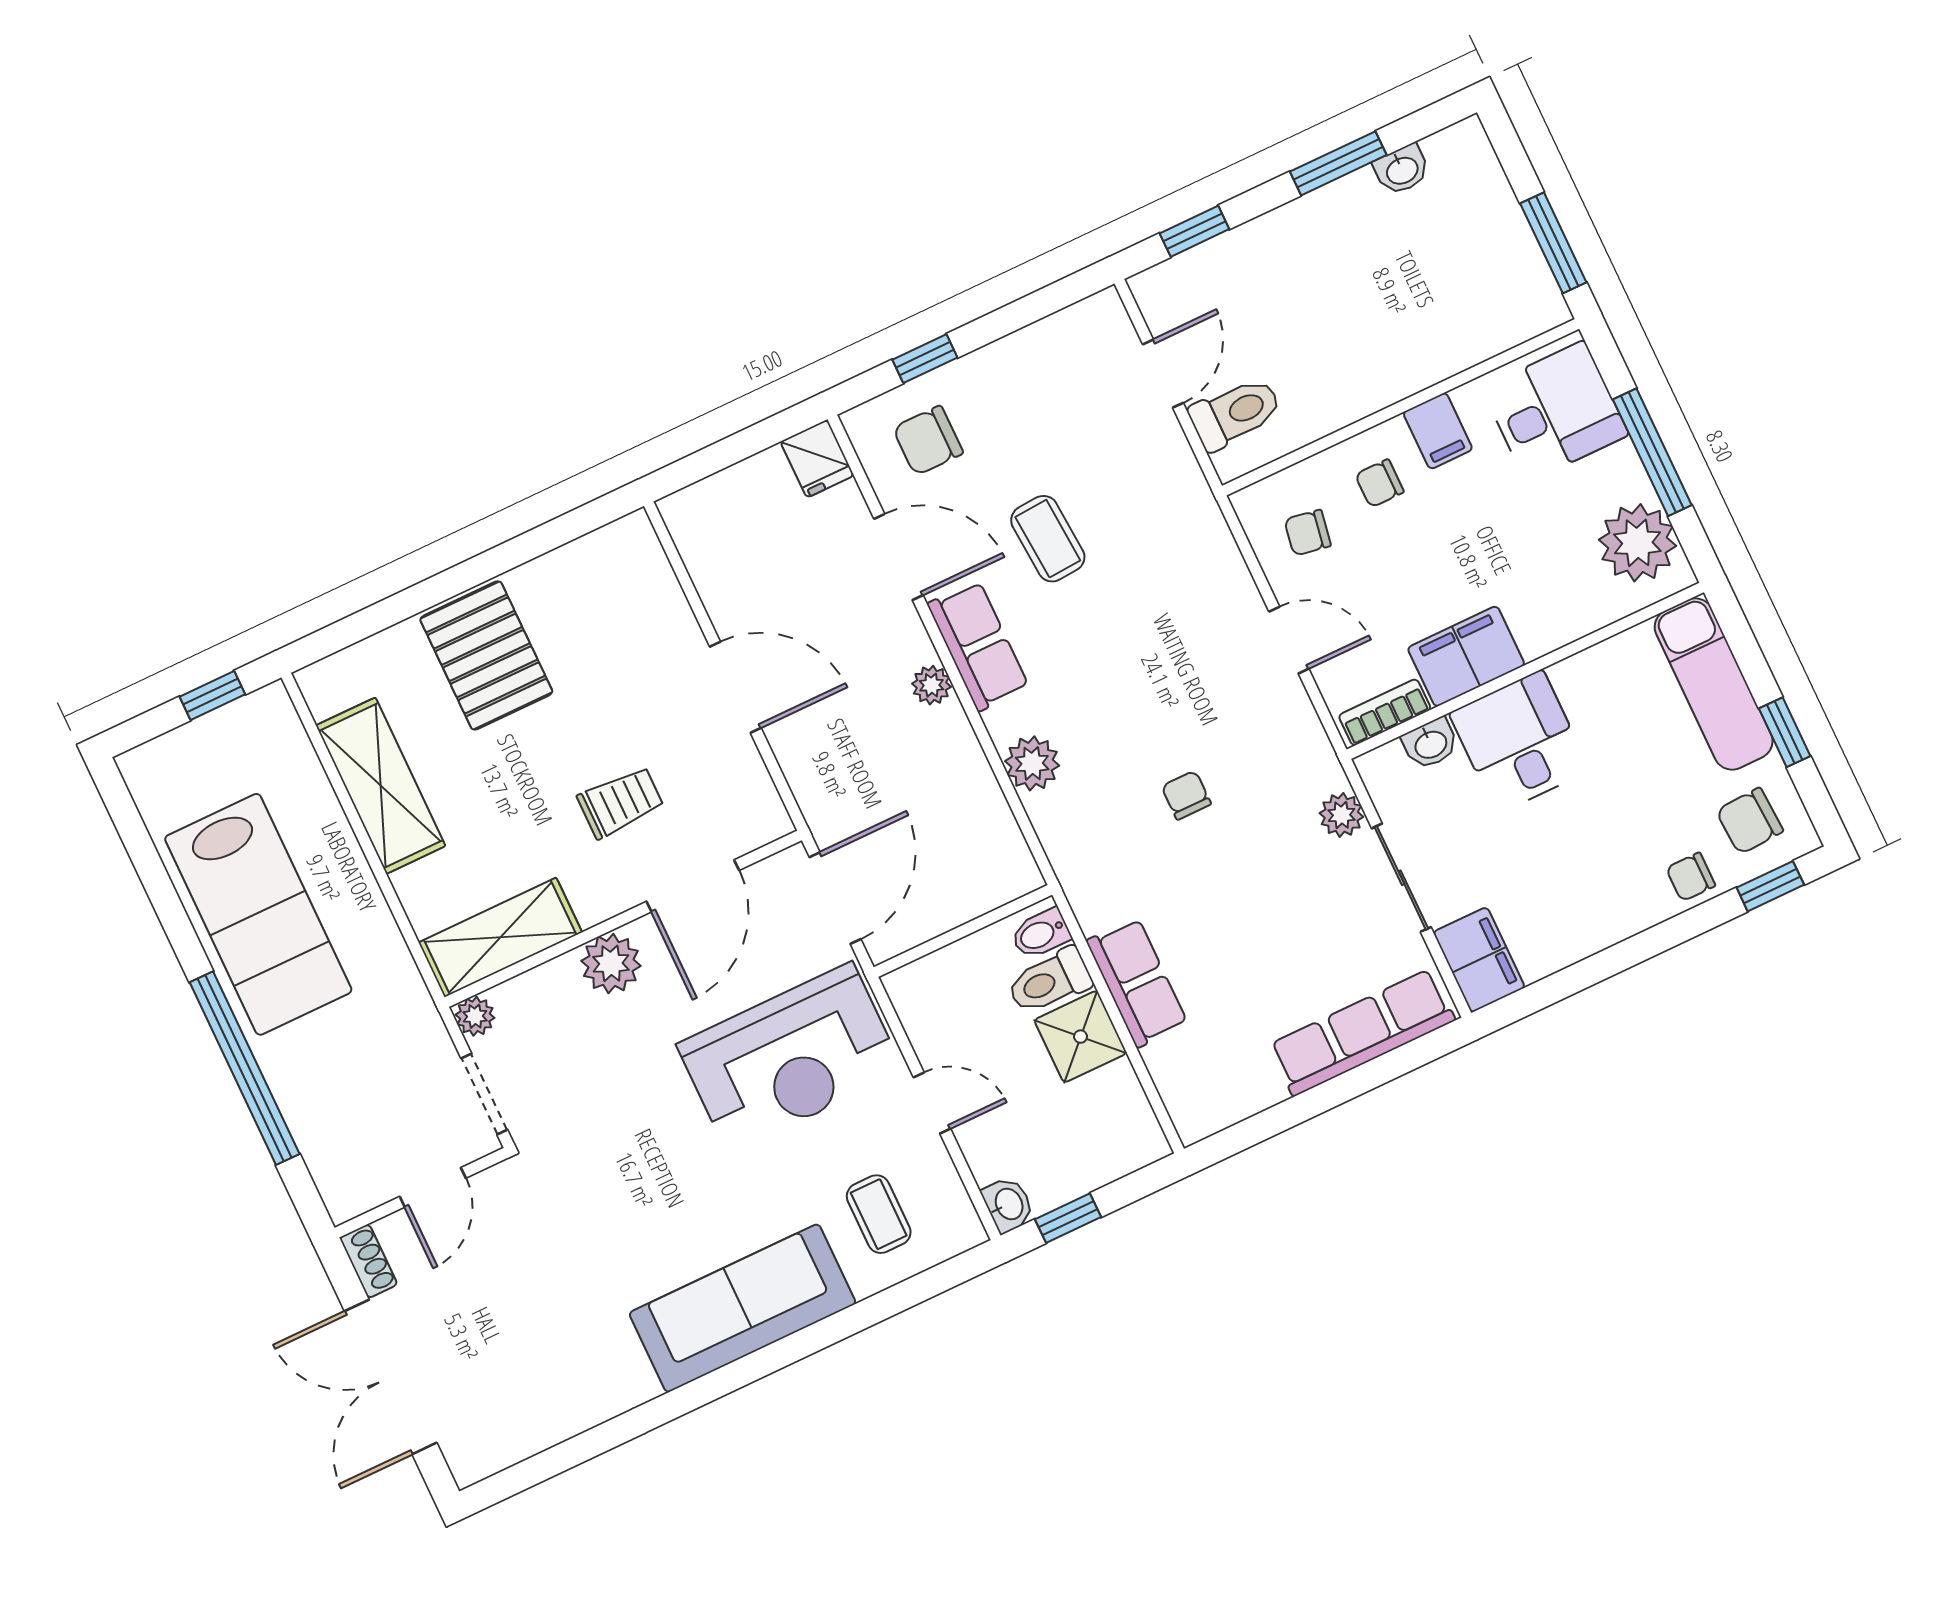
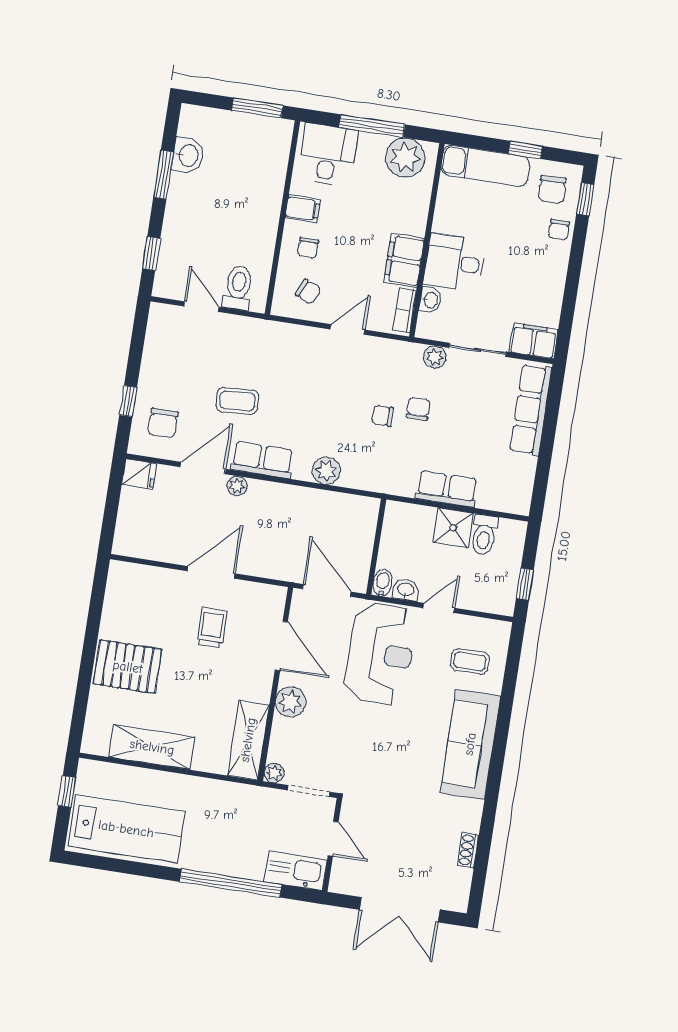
washbasin: (1402, 170) -> (188, 155), width x1.38, depth x1.45
chair: (1308, 533) -> (308, 291), turned -77
plant: (932, 685) -> (237, 486), moved
trolley: (621, 802) -> (212, 628), moved
chair: (1237, 846) -> (418, 409), added
lab bench: (258, 914) -> (126, 829), moved
bidet: (1041, 934) -> (383, 583), moved, turned 180
toilet: (1049, 981) -> (484, 535), moved
kitchen sink: (337, 1161) -> (295, 871), added
washbasin: (1008, 1204) -> (406, 590), moved
shoe rack: (368, 1261) -> (468, 850), moved, turned -90

